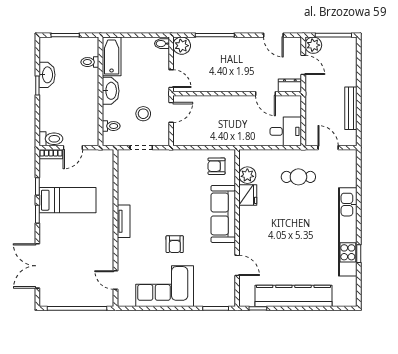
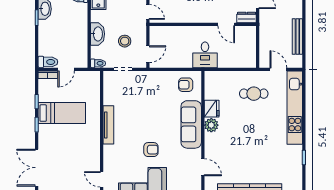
washbasin: (111, 91) -> (98, 34), moved
door: (171, 112) -> (148, 54), moved
toilet: (111, 126) -> (98, 63), moved
desk: (286, 131) -> (205, 55), moved, turned 90
plant: (247, 175) -> (211, 125), moved
tv unit: (124, 221) -> (108, 125), width x1.41
kitchen unit: (348, 232) -> (295, 108), moved
armchair: (175, 244) -> (151, 150), turned -90

